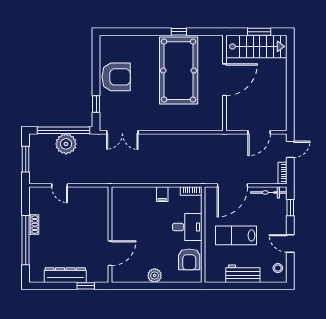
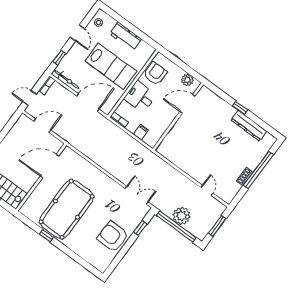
door: (224, 80) -> (50, 166), moved
wall: (110, 235) -> (178, 117), moved
lab bench: (236, 235) -> (111, 66), width x1.36, depth x1.39
door: (110, 253) -> (187, 104), moved

